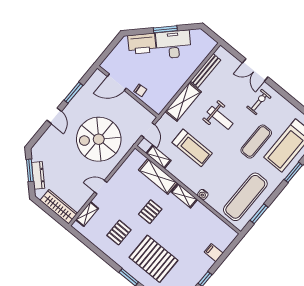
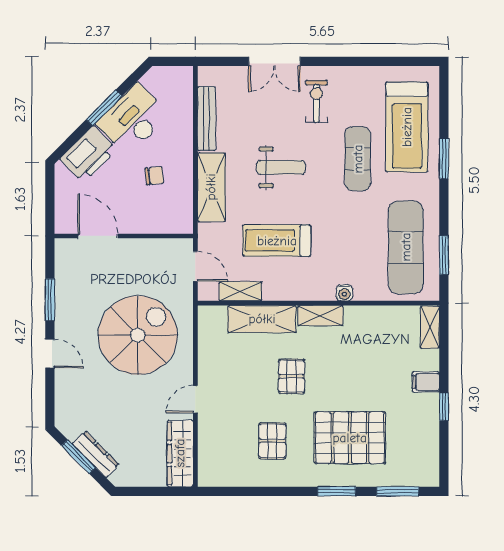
door: (117, 82) -> (98, 236), swing flipped
chair: (140, 90) -> (154, 176), moved
spiral stairs: (99, 139) -> (138, 335), turned 180
treadmill: (192, 148) -> (277, 241), turned 180
wardrobe: (59, 207) -> (180, 453), moved, turned -90
shelving: (87, 214) -> (430, 327), moved
filing cabinet: (214, 253) -> (426, 382), moved

